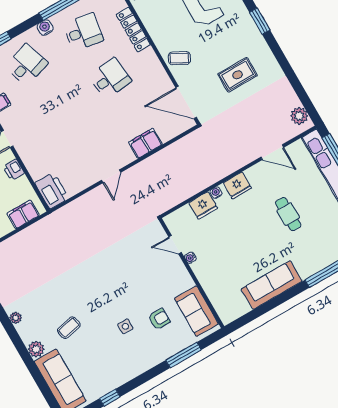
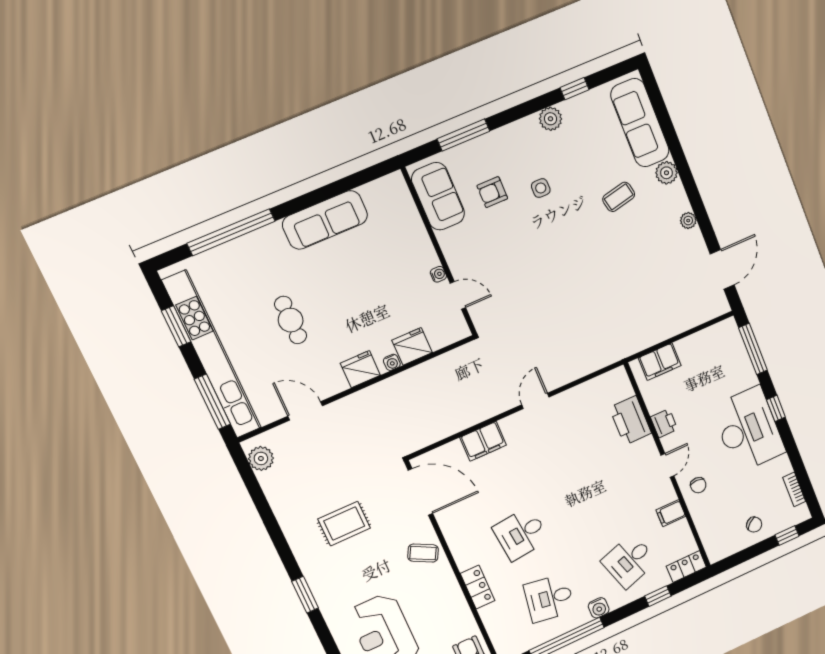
locker: (133, 29) -> (478, 587), width x0.66
printer: (52, 191) -> (630, 420), moved
plant: (124, 375) -> (550, 119), added

